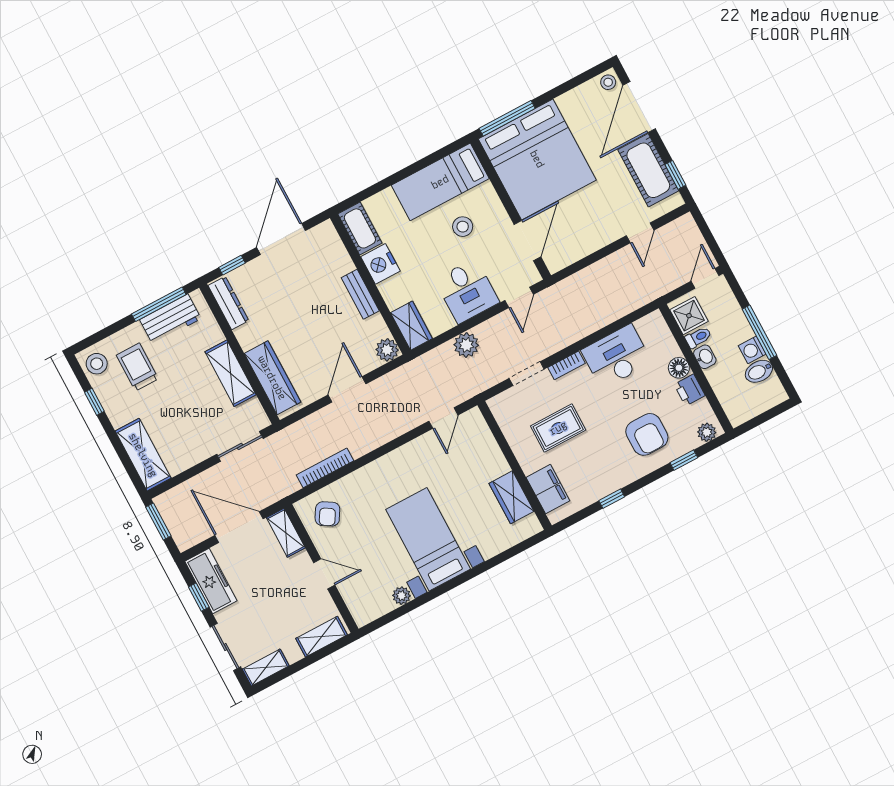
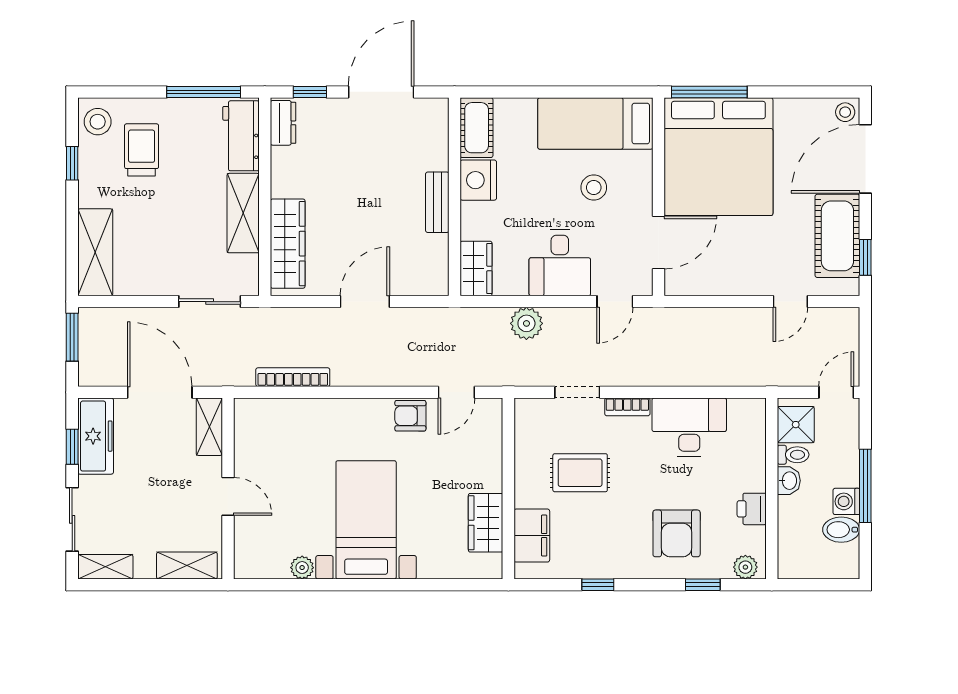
dresser: (228, 303) -> (283, 123), width x0.70
workbench: (170, 319) -> (241, 136), moved, turned 90
plant: (387, 350) -> (434, 281), removed
floor lamp: (679, 368) -> (753, 477), removed
armchair: (327, 514) -> (410, 416), moved, turned 59

